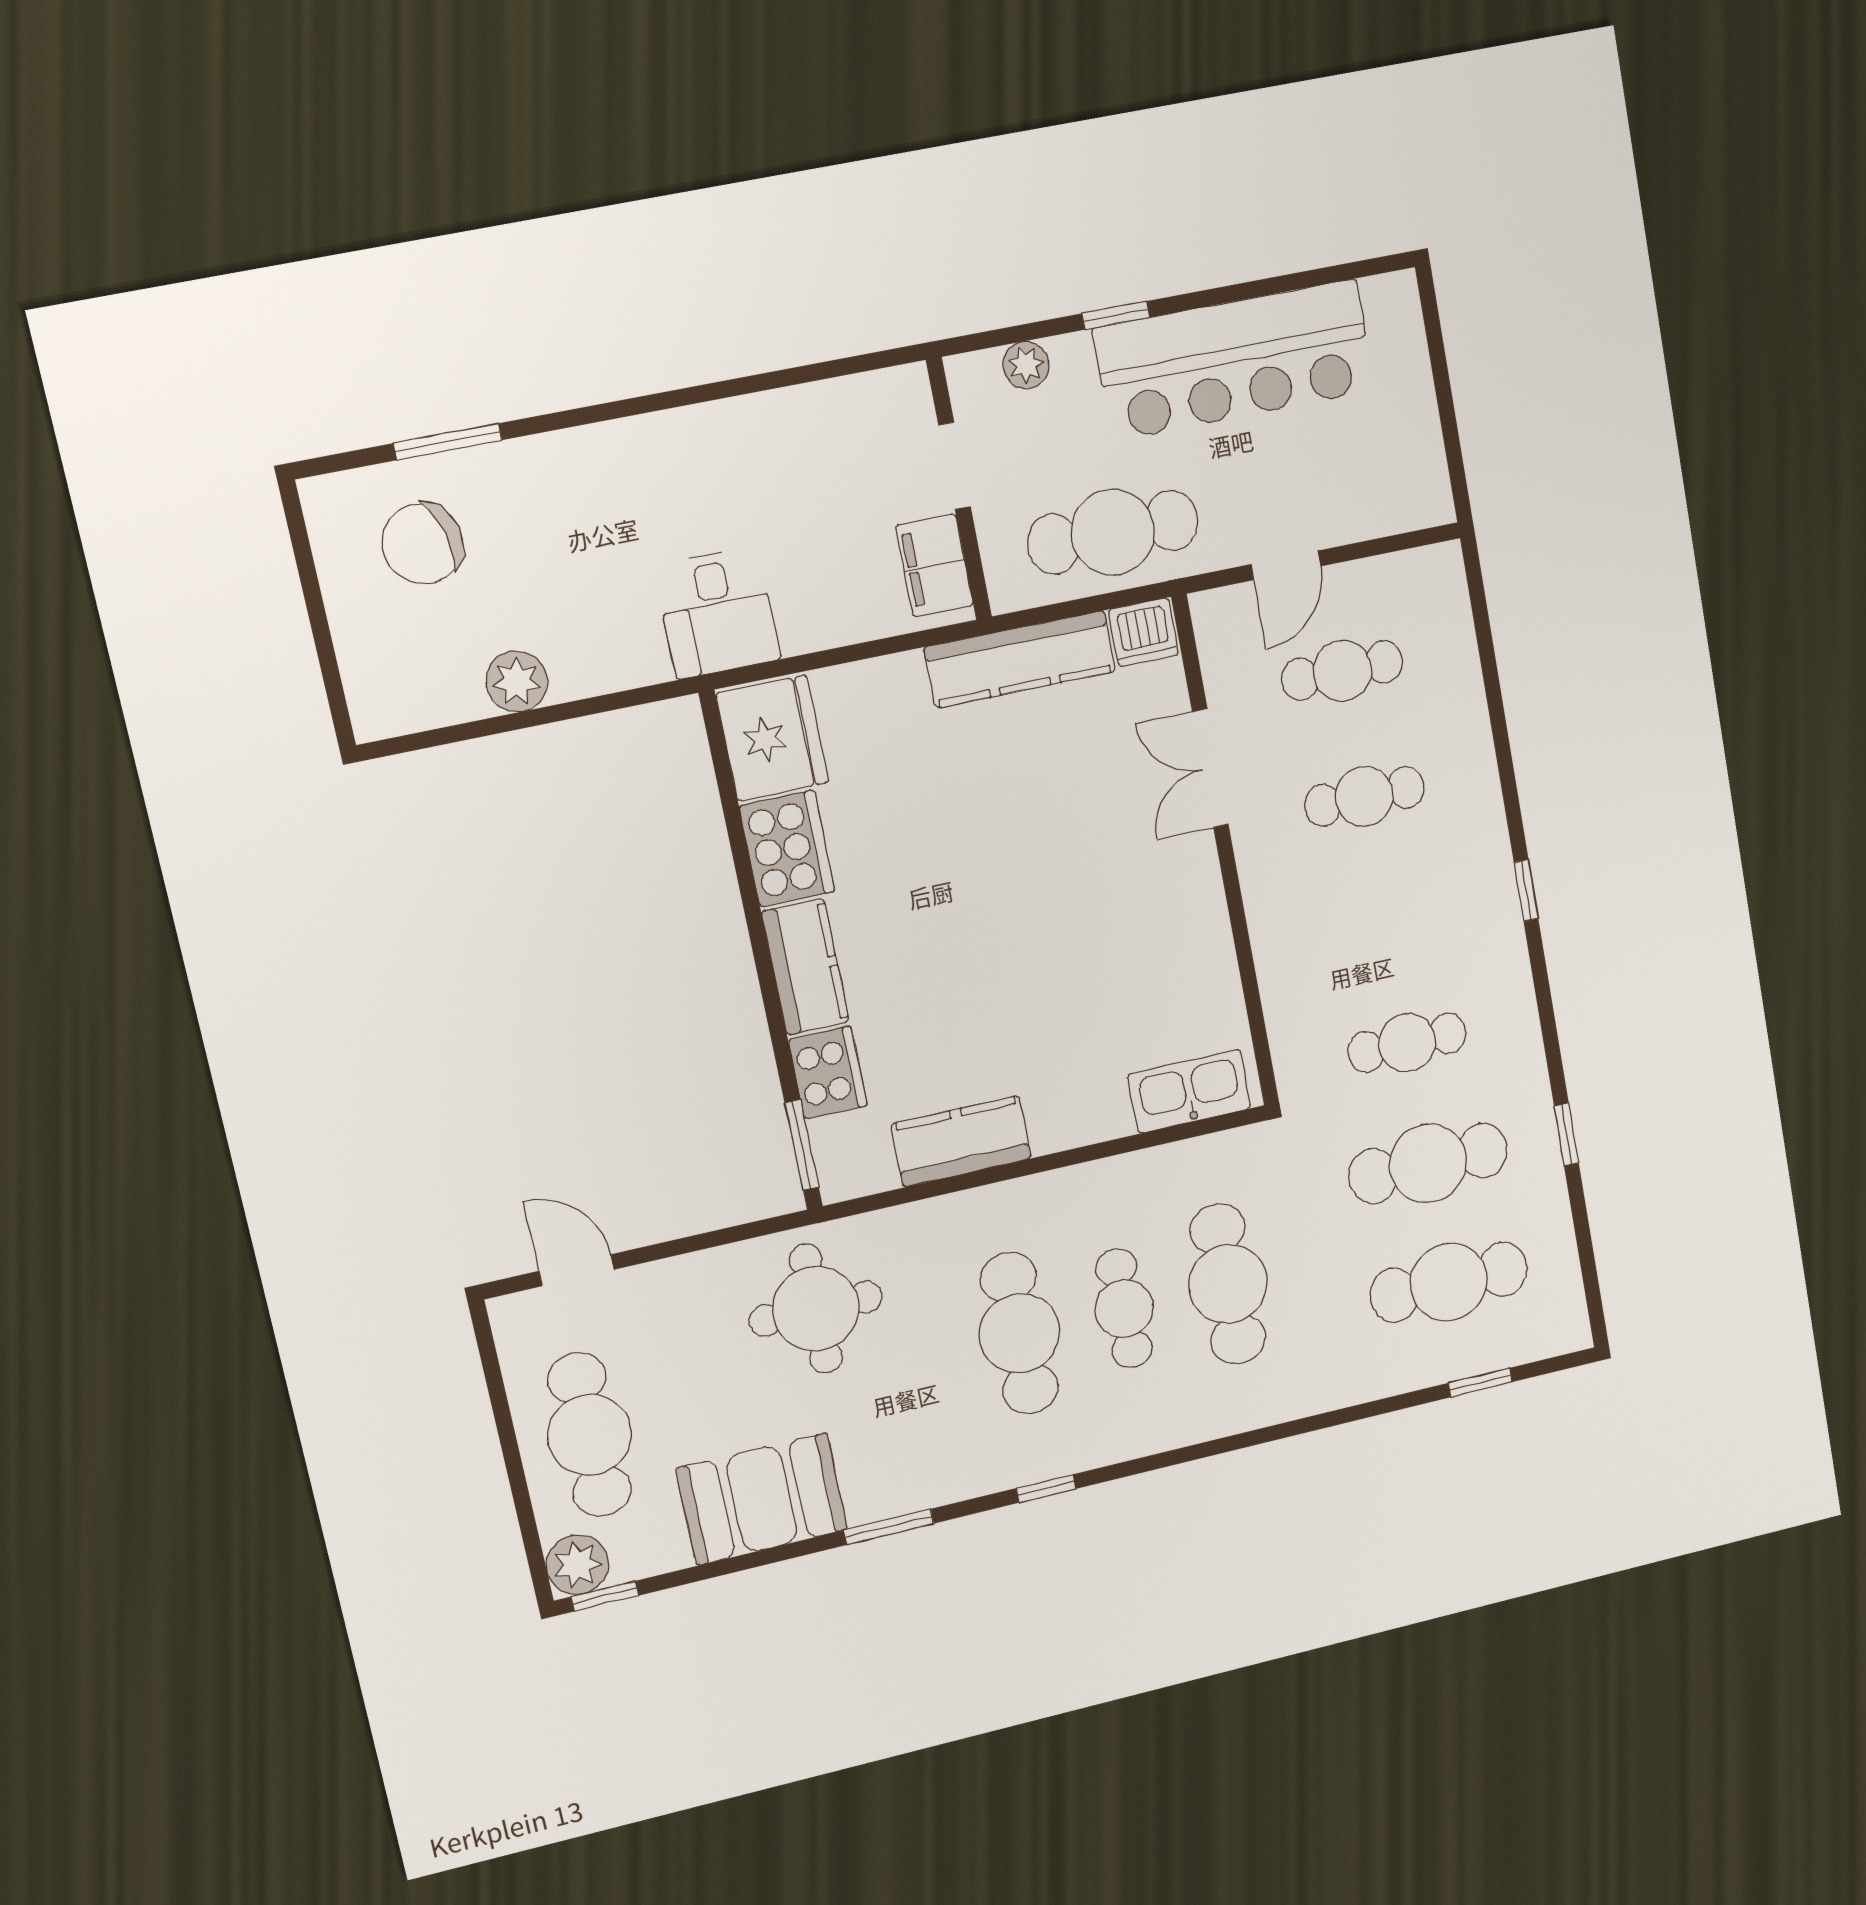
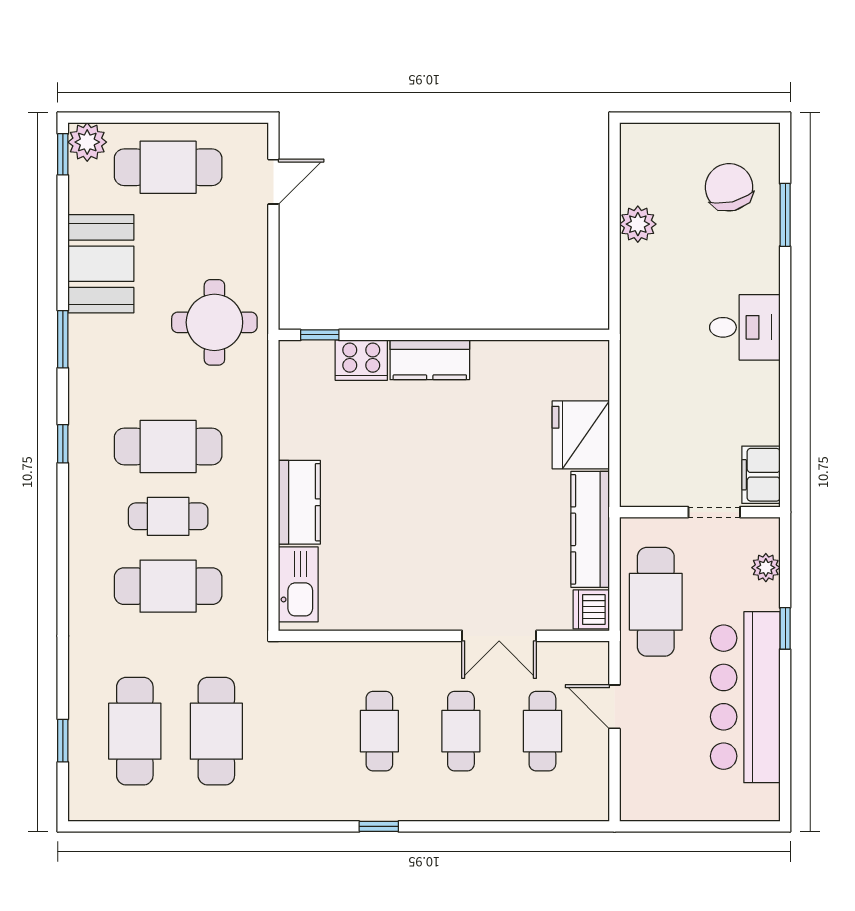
filing cabinet: (934, 566) -> (761, 475), moved, turned -90
desk: (717, 613) -> (745, 327), moved, turned 180
fridge: (772, 738) -> (581, 435), moved, turned 90
double door: (1210, 768) -> (499, 636), swing flipped
cooker: (787, 849) -> (505, 364), removed
cafe table: (1407, 1043) -> (379, 731), moved
window: (1566, 1135) -> (214, 826), removed
kitchen counter: (961, 1141) -> (299, 502), moved
window: (802, 1145) -> (320, 335), width x0.67

